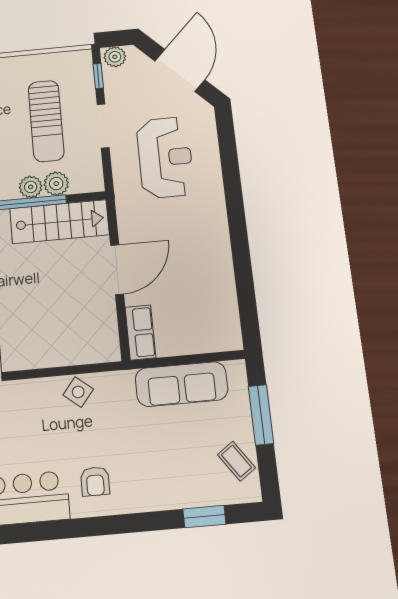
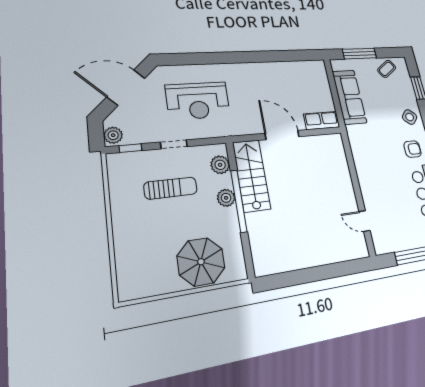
sun lounger: (46, 121) -> (171, 188), width x0.73, depth x0.75
doorway: (103, 126) -> (174, 144), width x0.73
reception desk: (165, 157) -> (198, 101), turned 180
plant: (56, 184) -> (220, 165), moved
side table: (78, 392) -> (410, 117), moved

